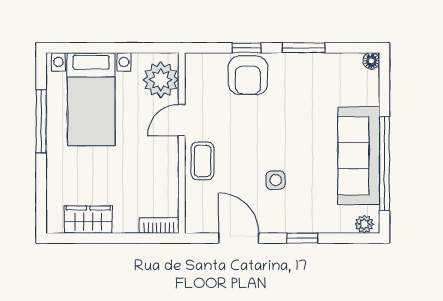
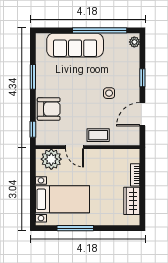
window: (246, 48) -> (33, 129), moved
floor lamp: (371, 61) -> (40, 38), removed
sofa: (359, 156) -> (75, 45), moved
bookcase: (159, 226) -> (135, 175), moved

